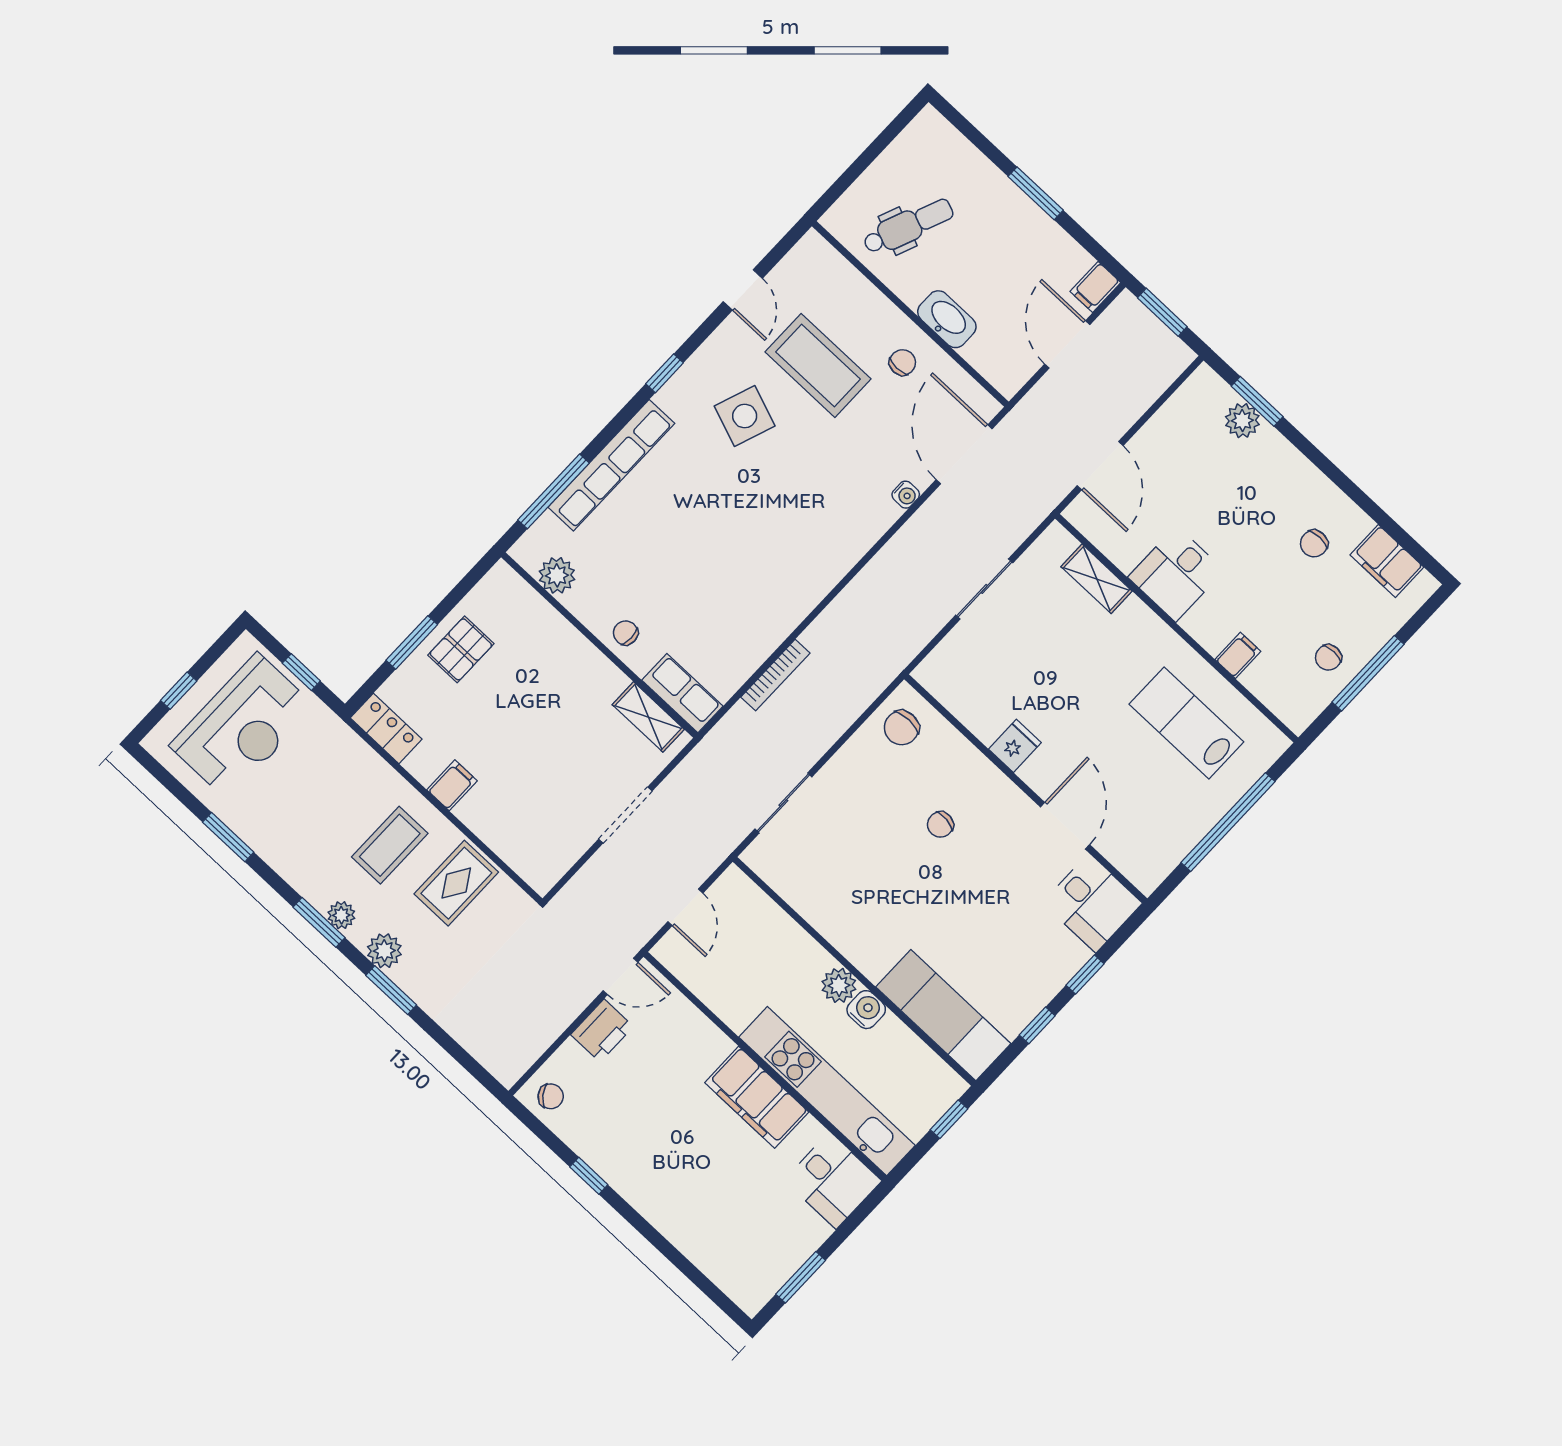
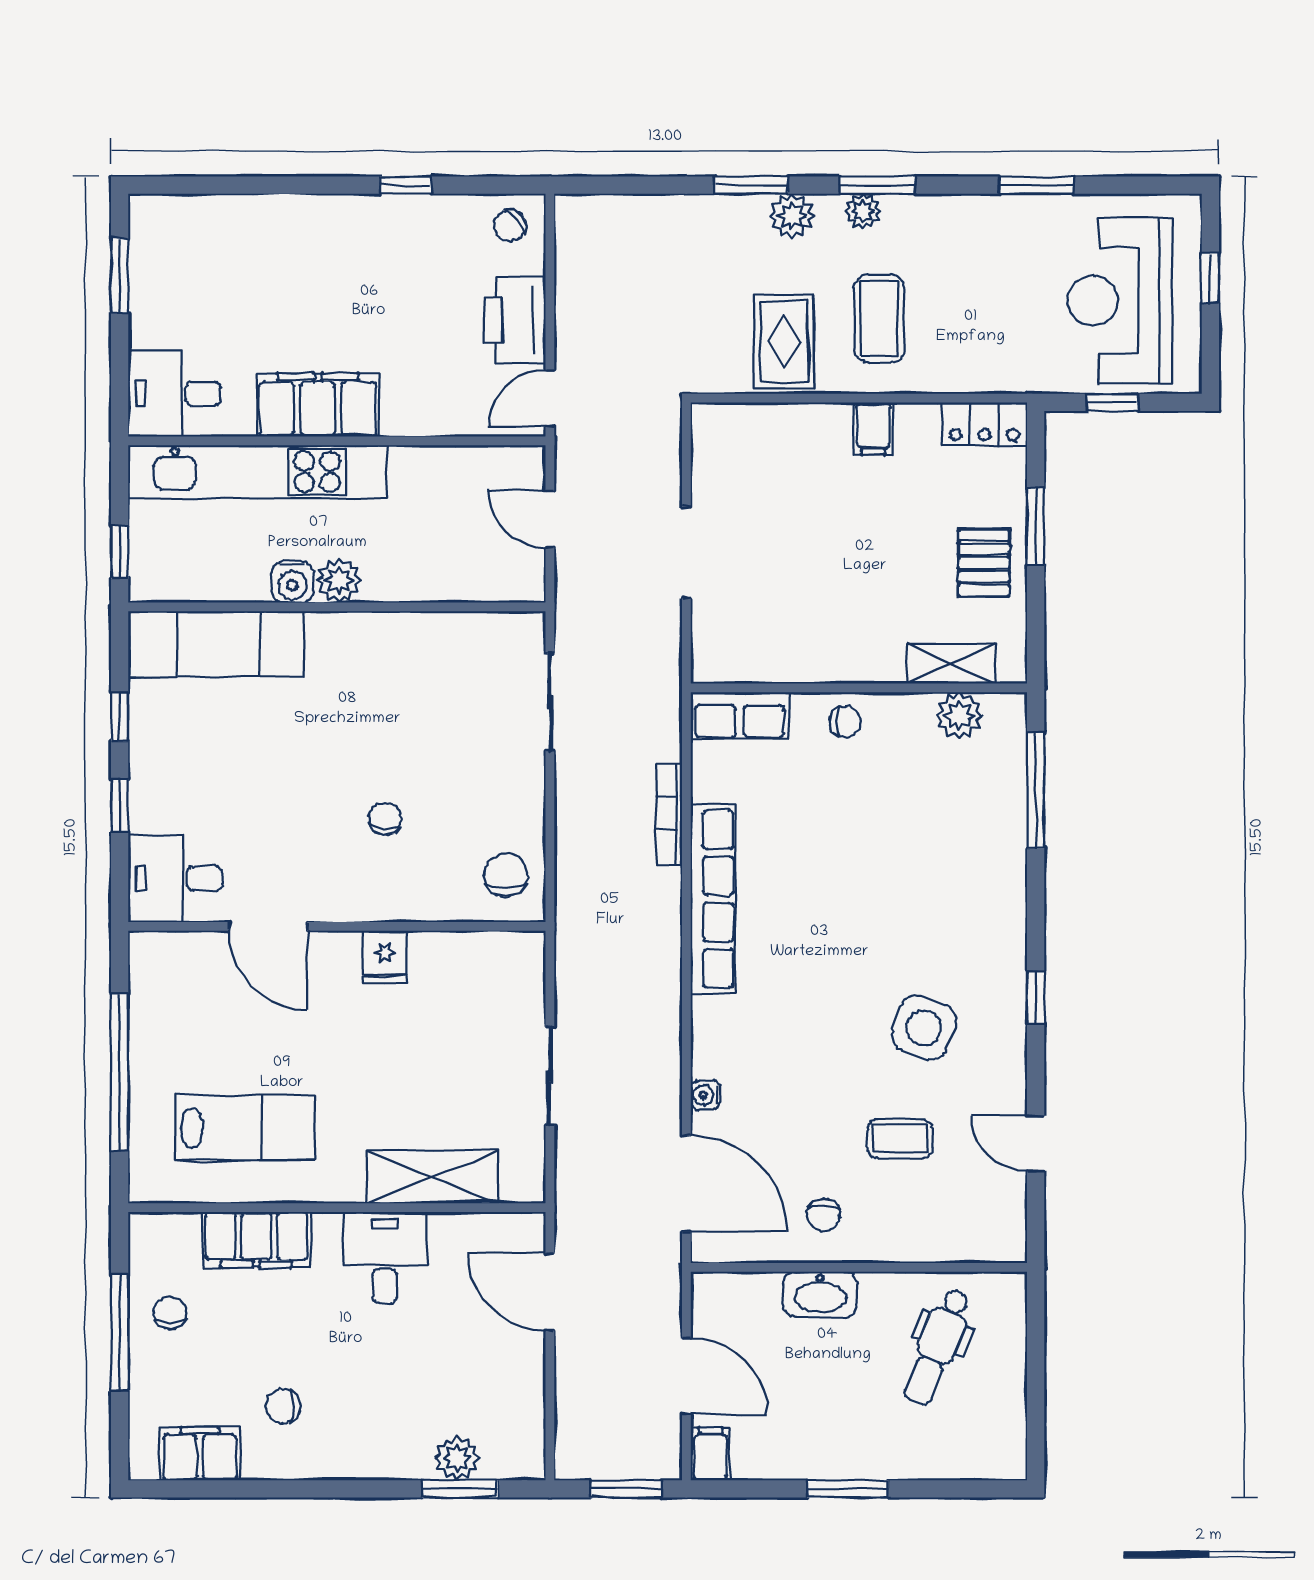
coffee table: (818, 365) -> (900, 1139), width x0.54, depth x0.58
row of seats: (611, 465) -> (713, 899), moved, turned 180
chair: (1314, 544) -> (283, 1406), turned -90
shelving: (1097, 579) -> (432, 1177), width x1.50, depth x1.33
filing cabinet: (1238, 655) -> (256, 1240), width x3.00, depth x1.17
shelving: (648, 717) -> (951, 664), moved
printer: (602, 1031) -> (515, 320), width x1.37, depth x1.19

